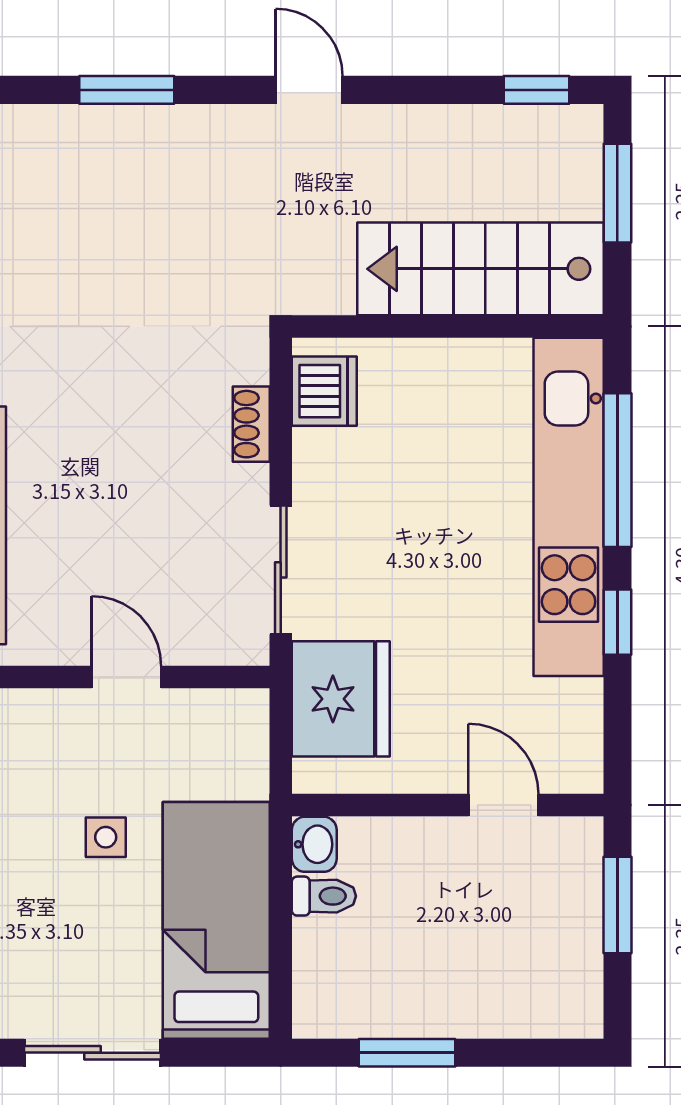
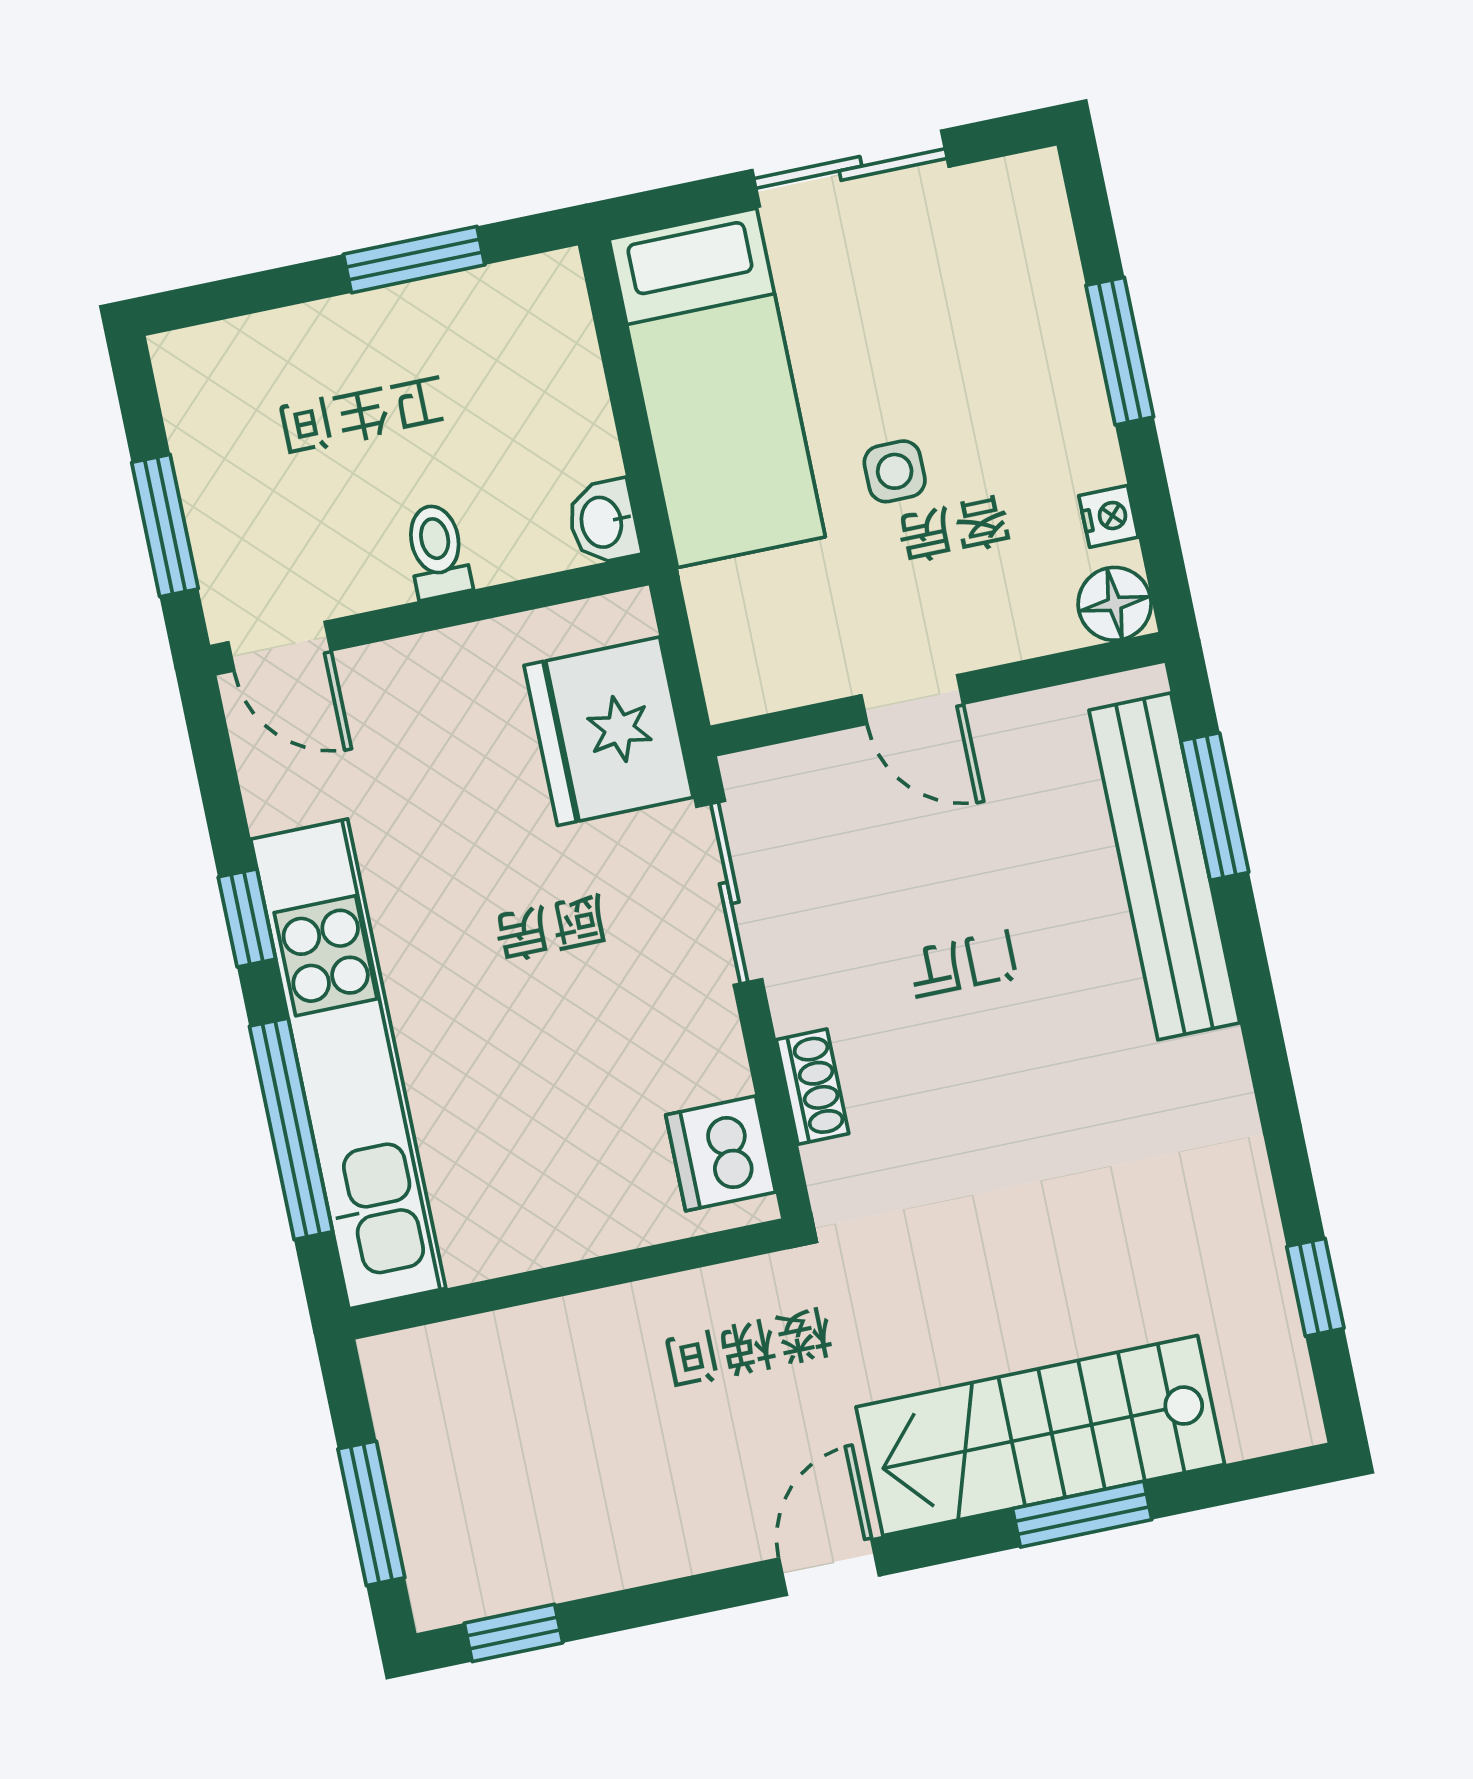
door: (309, 90) -> (829, 1567), swing flipped
stairs: (480, 269) -> (1040, 1436), moved, turned 180
door: (503, 805) -> (280, 646), moved
toilet: (324, 896) -> (437, 551), moved, turned 90

